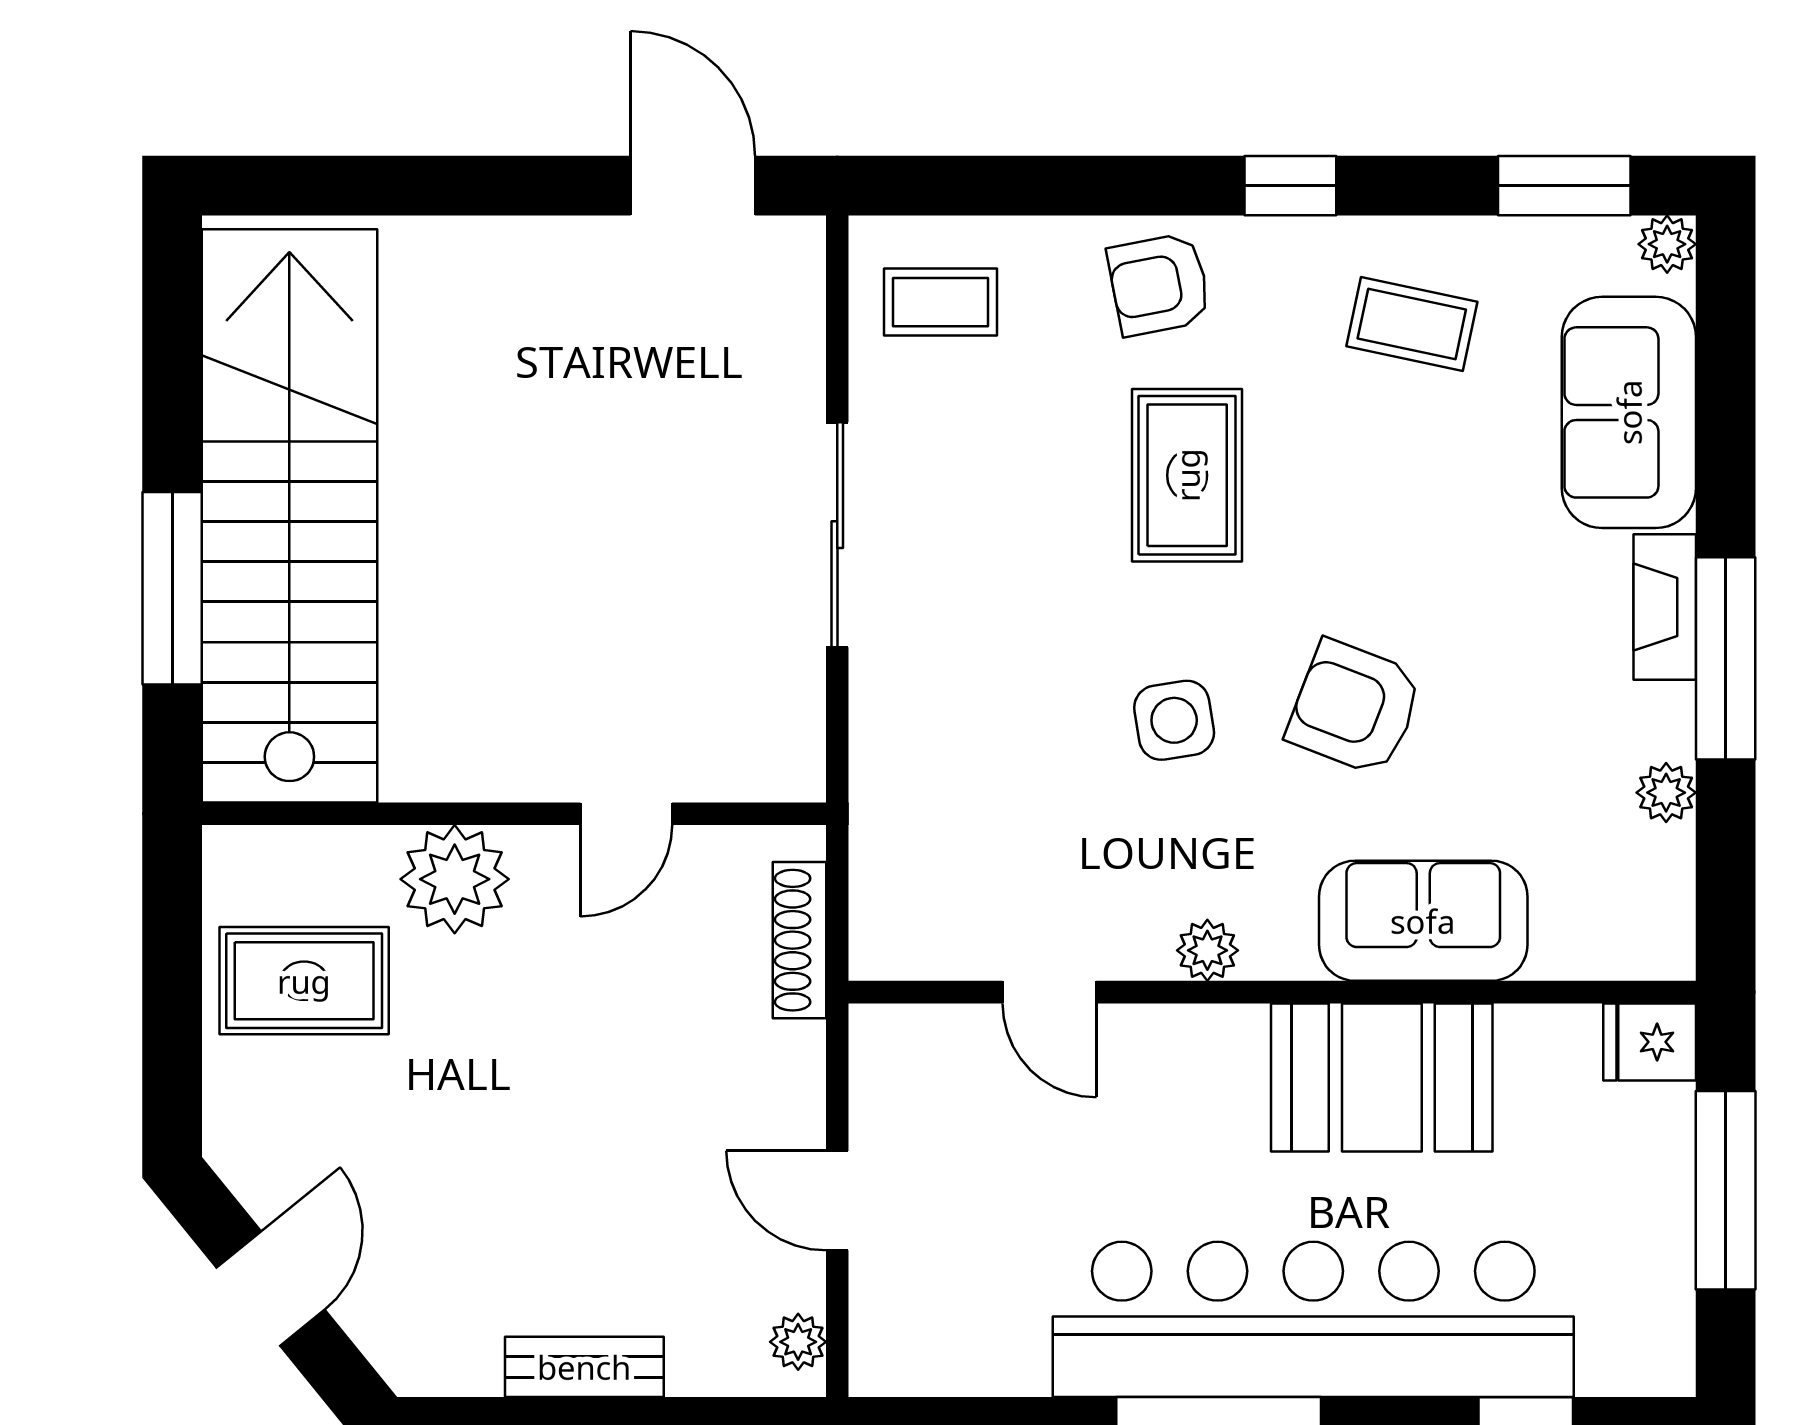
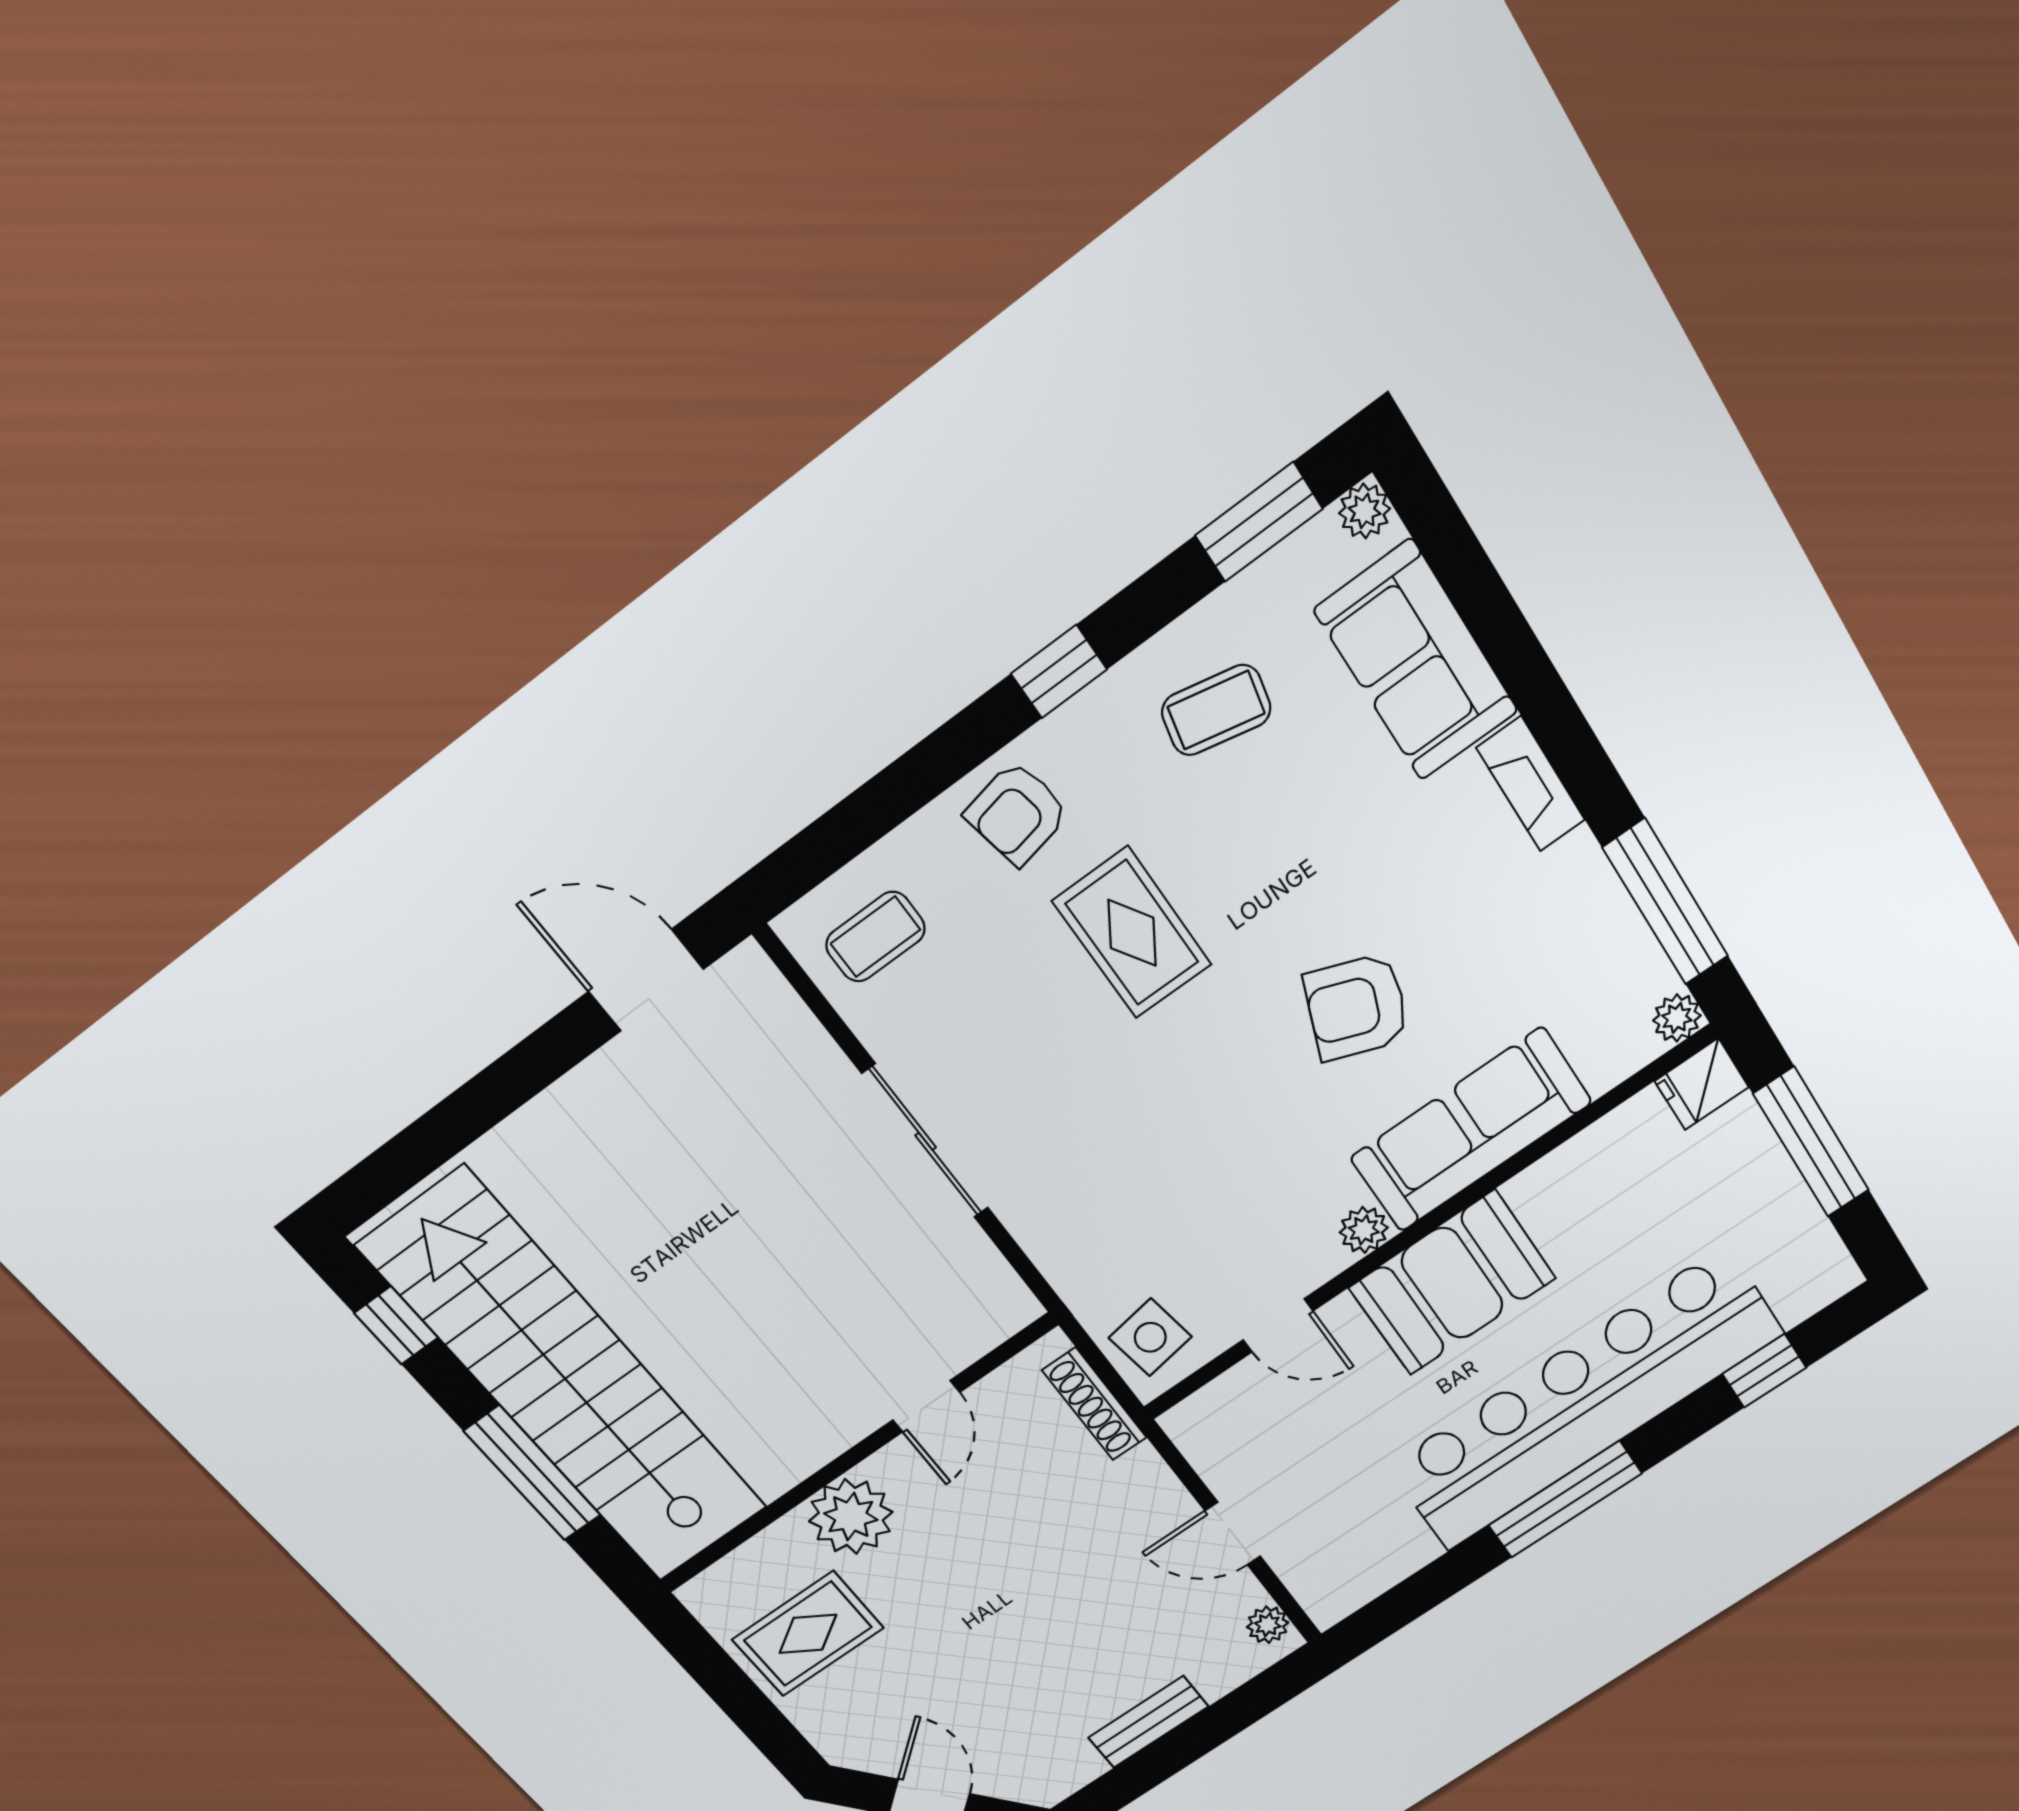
window: (172, 337) -> (396, 1326), added
window: (1726, 658) -> (1666, 902), moved
side table: (1174, 720) -> (1150, 1337), moved
plant: (1666, 793) -> (1677, 1018), moved
sofa: (1423, 921) -> (1471, 1130), width x1.36
booth: (1382, 1077) -> (1452, 1283), moved

